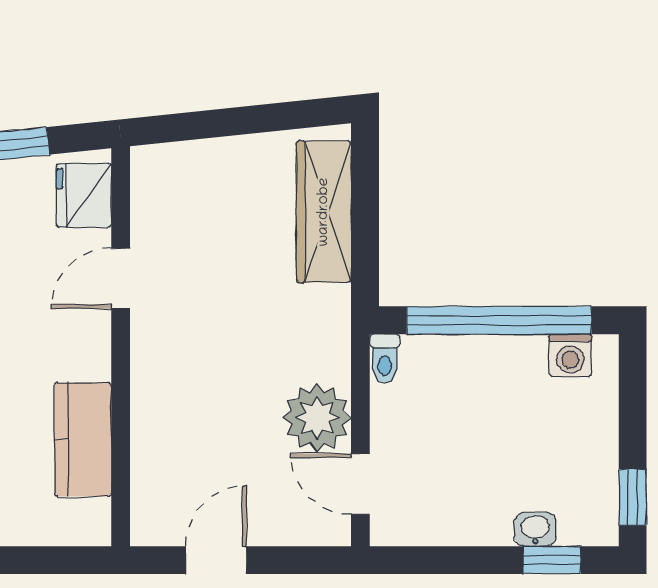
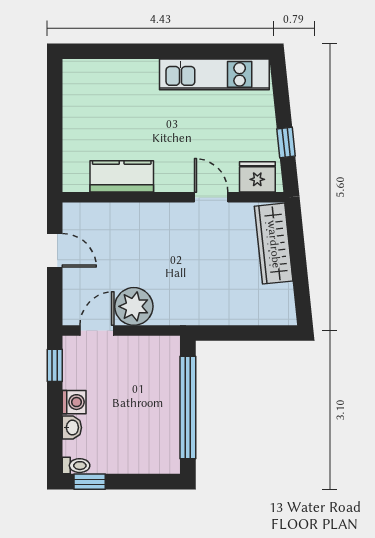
wardrobe: (324, 212) -> (274, 244), moved, turned -96
washing machine: (570, 355) -> (74, 402), moved, turned 180
toilet: (385, 359) -> (76, 466), moved, turned 180
window: (552, 560) -> (55, 365), moved

